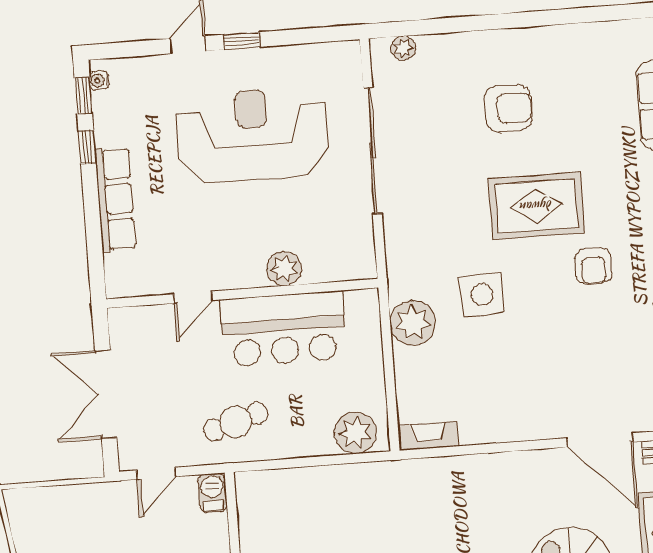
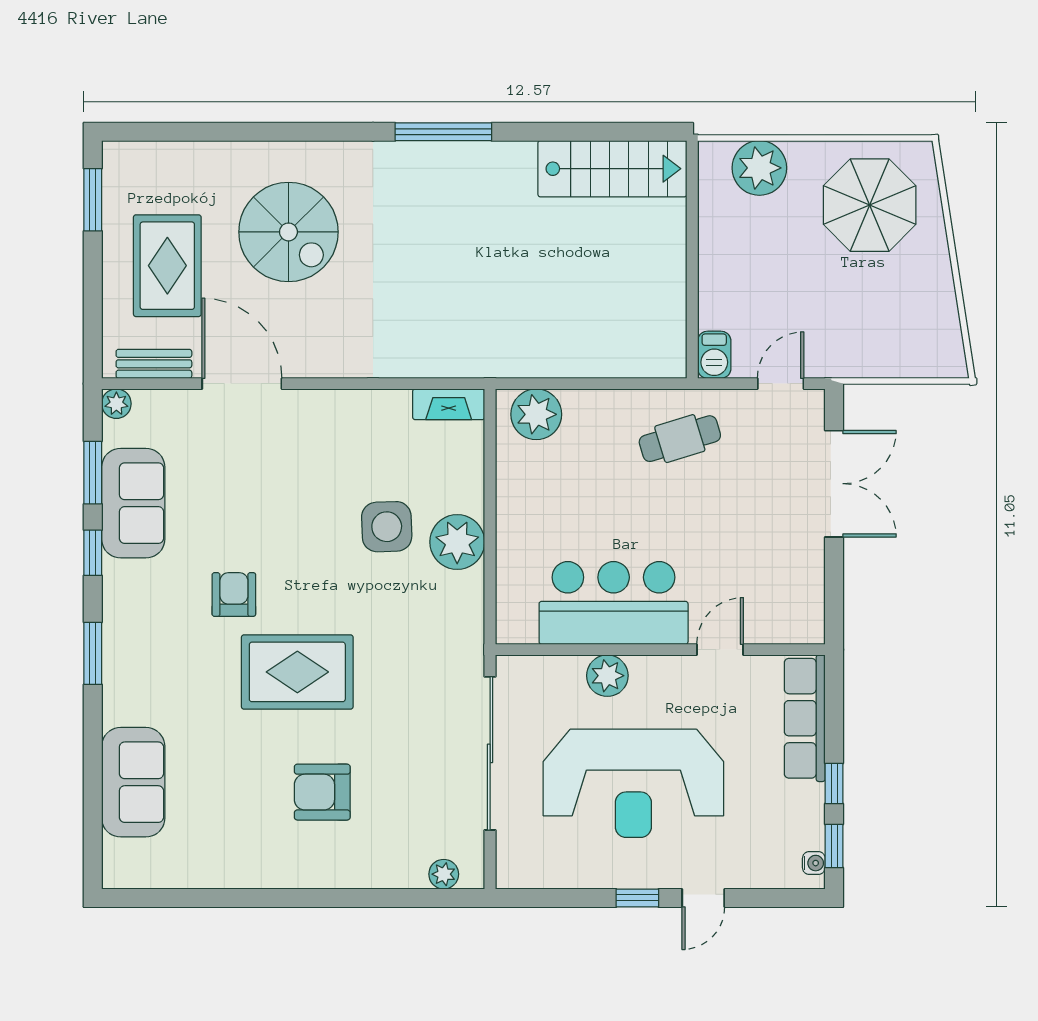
plant: (284, 269) -> (607, 676), moved
wall: (242, 293) -> (660, 650), moved
side table: (482, 295) -> (387, 527), moved
door: (193, 297) -> (720, 650), moved
bar counter: (284, 329) -> (614, 603), moved

